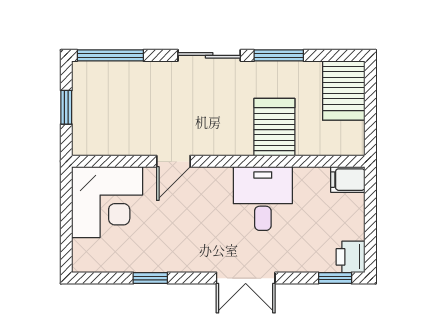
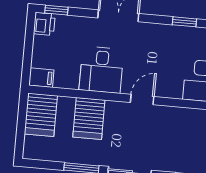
server rack: (344, 90) -> (41, 115), moved, turned 180
door: (173, 161) -> (142, 100), moved

